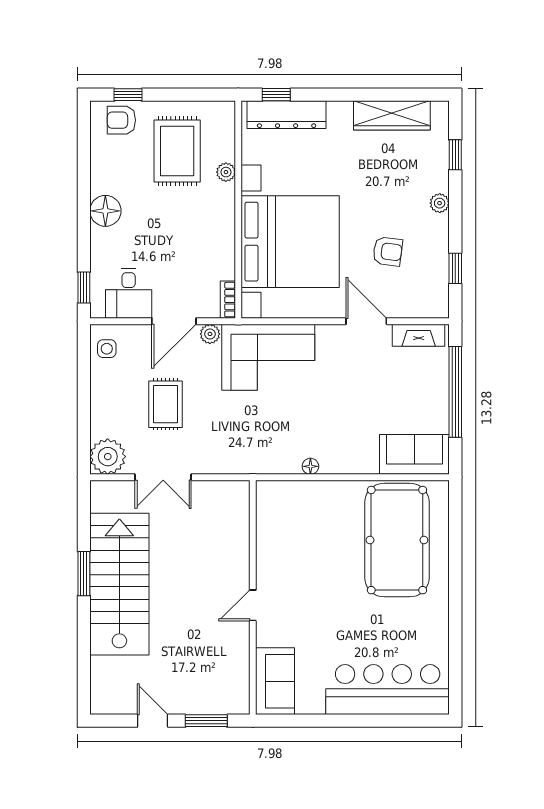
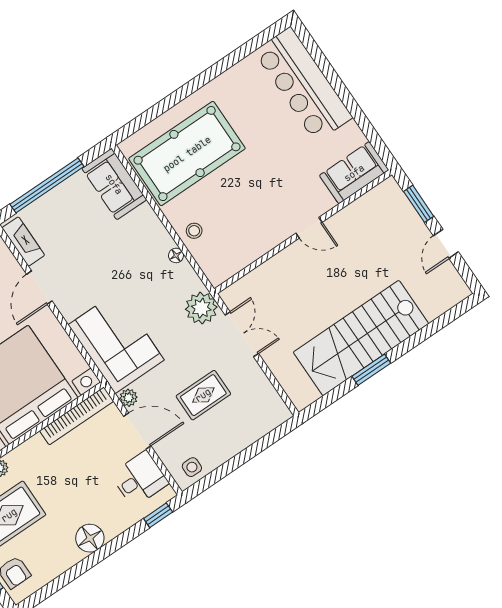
bookcase: (228, 300) -> (77, 416), width x2.31, depth x1.31
plant: (108, 457) -> (201, 308), moved
double door: (163, 477) -> (242, 334), moved
stool: (322, 498) -> (194, 231), added

